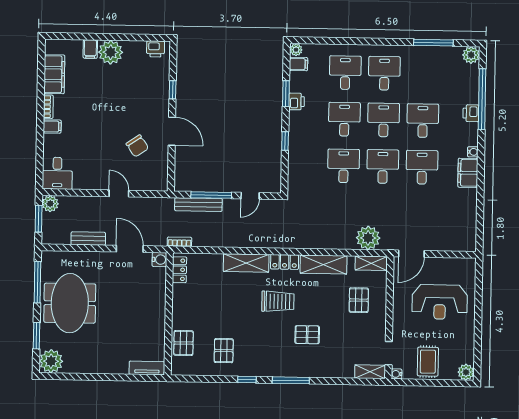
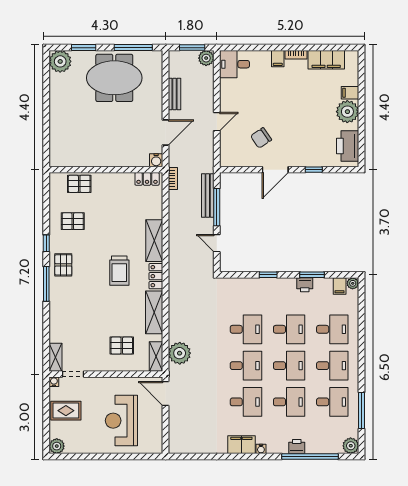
printer: (156, 49) -> (348, 146), width x1.87, depth x1.48
desk: (424, 74) -> (332, 402), added
pallet: (307, 335) -> (63, 265), moved
tv unit: (147, 368) -> (55, 150), removed

